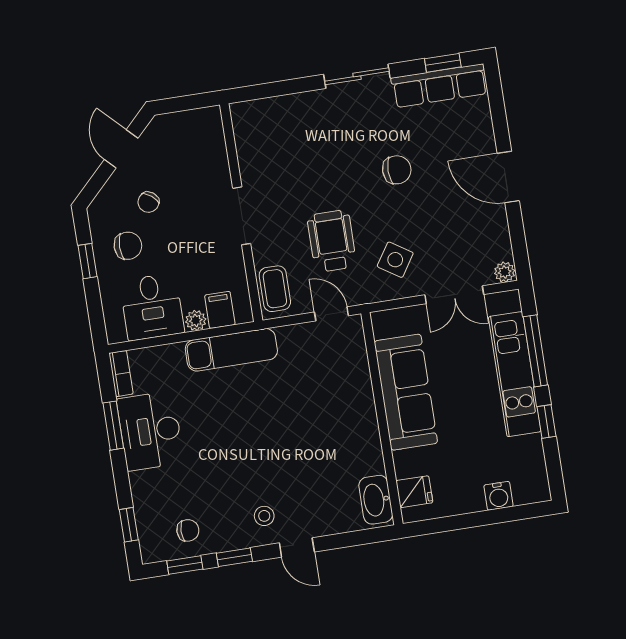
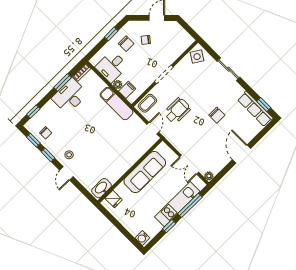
sliding door: (357, 76) -> (229, 69), moved
side table: (395, 260) -> (197, 57), moved
water cooler: (498, 496) -> (142, 238), moved

